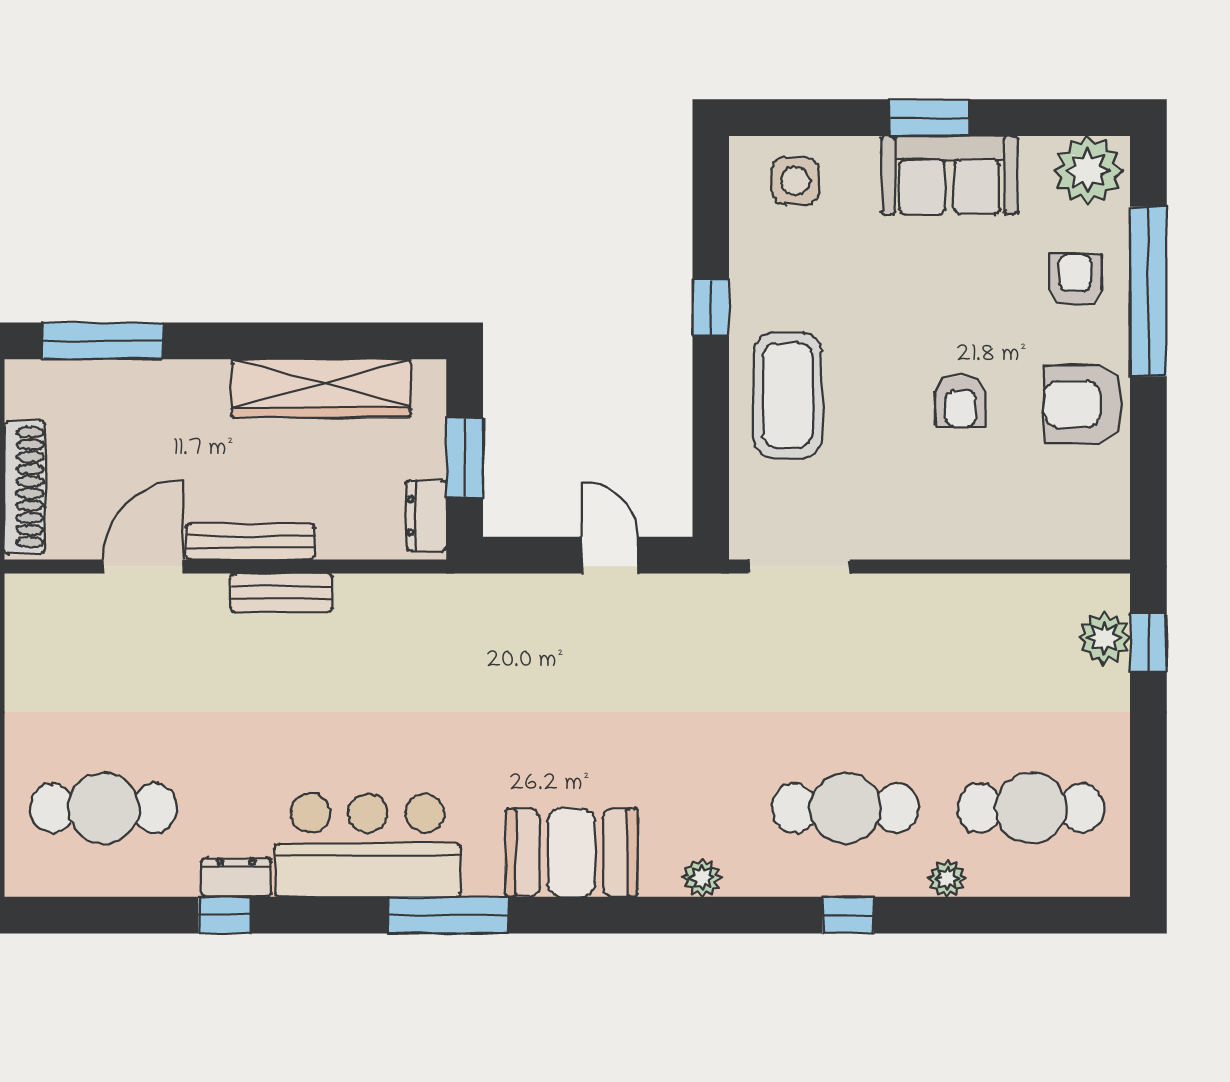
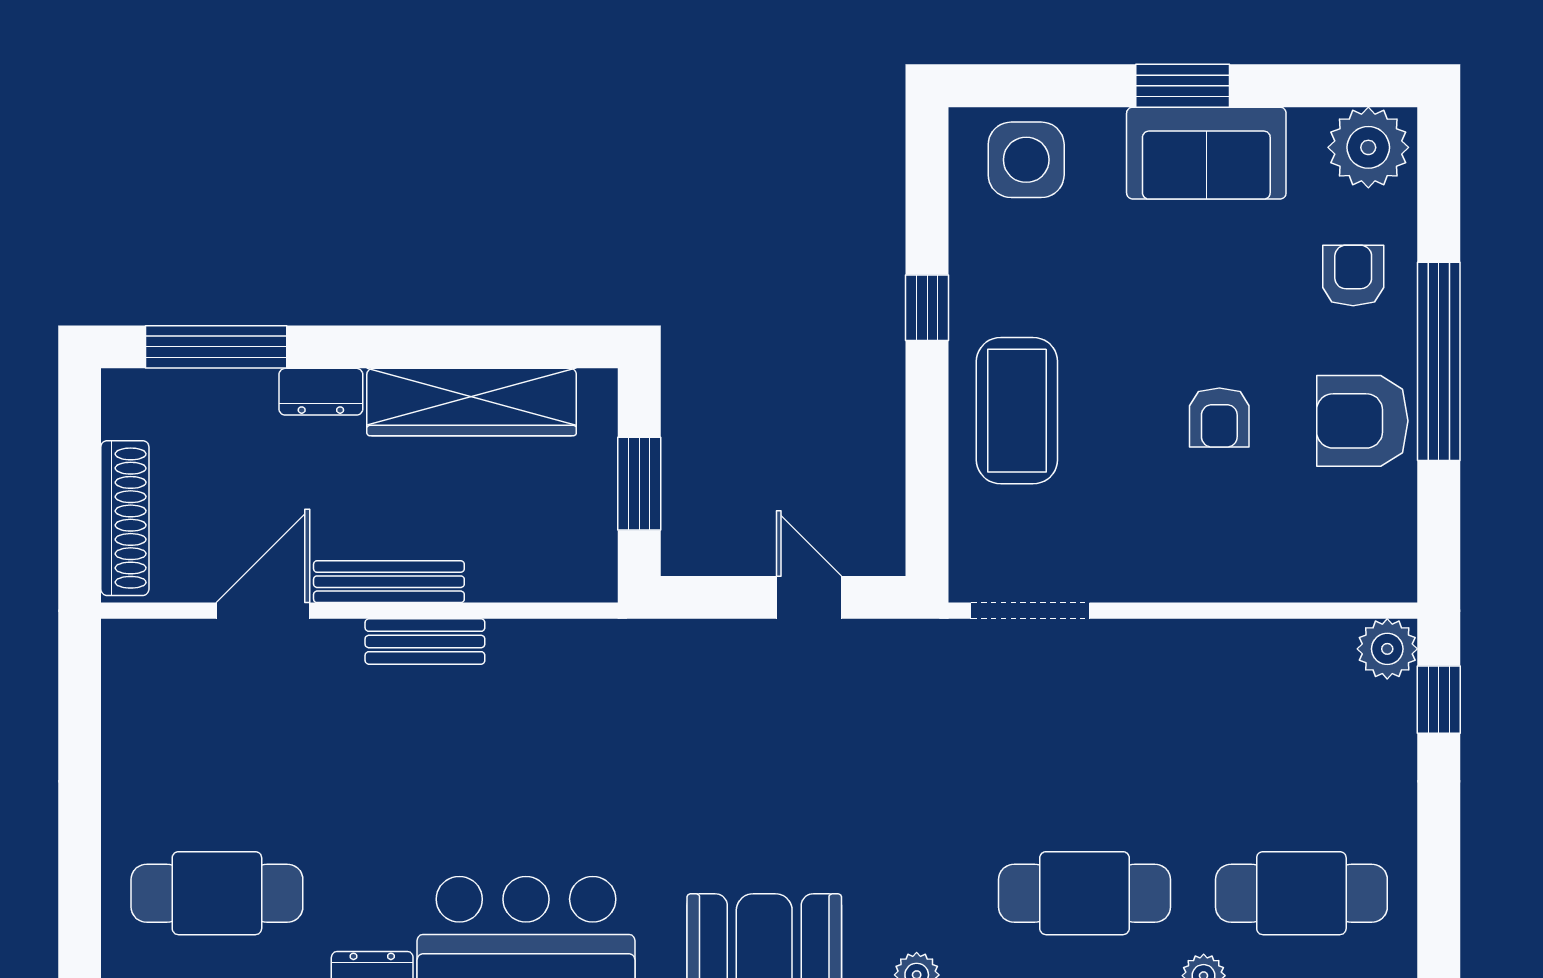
side table: (796, 181) -> (1026, 160), width x1.37, depth x1.37
window: (1148, 291) -> (1439, 361), moved
dresser: (426, 516) -> (321, 392), moved, turned -90
plant: (1104, 638) -> (1387, 649), moved

